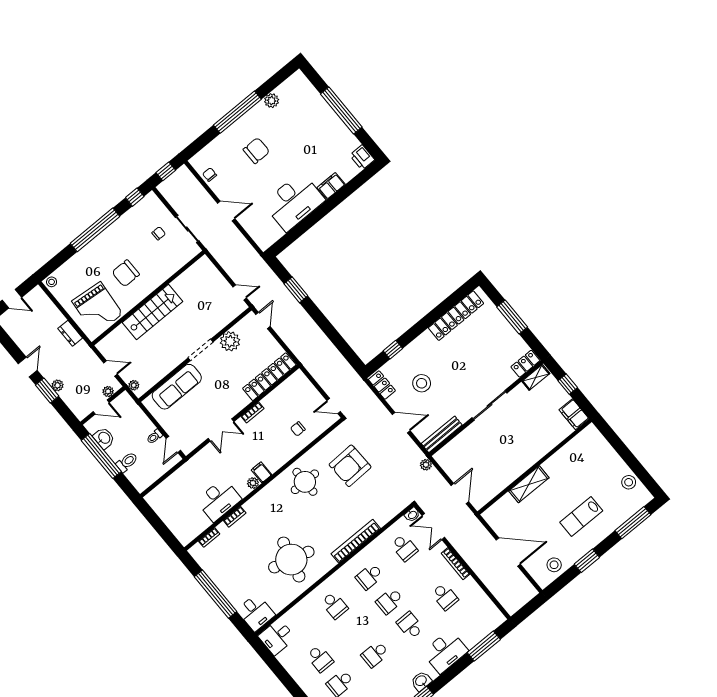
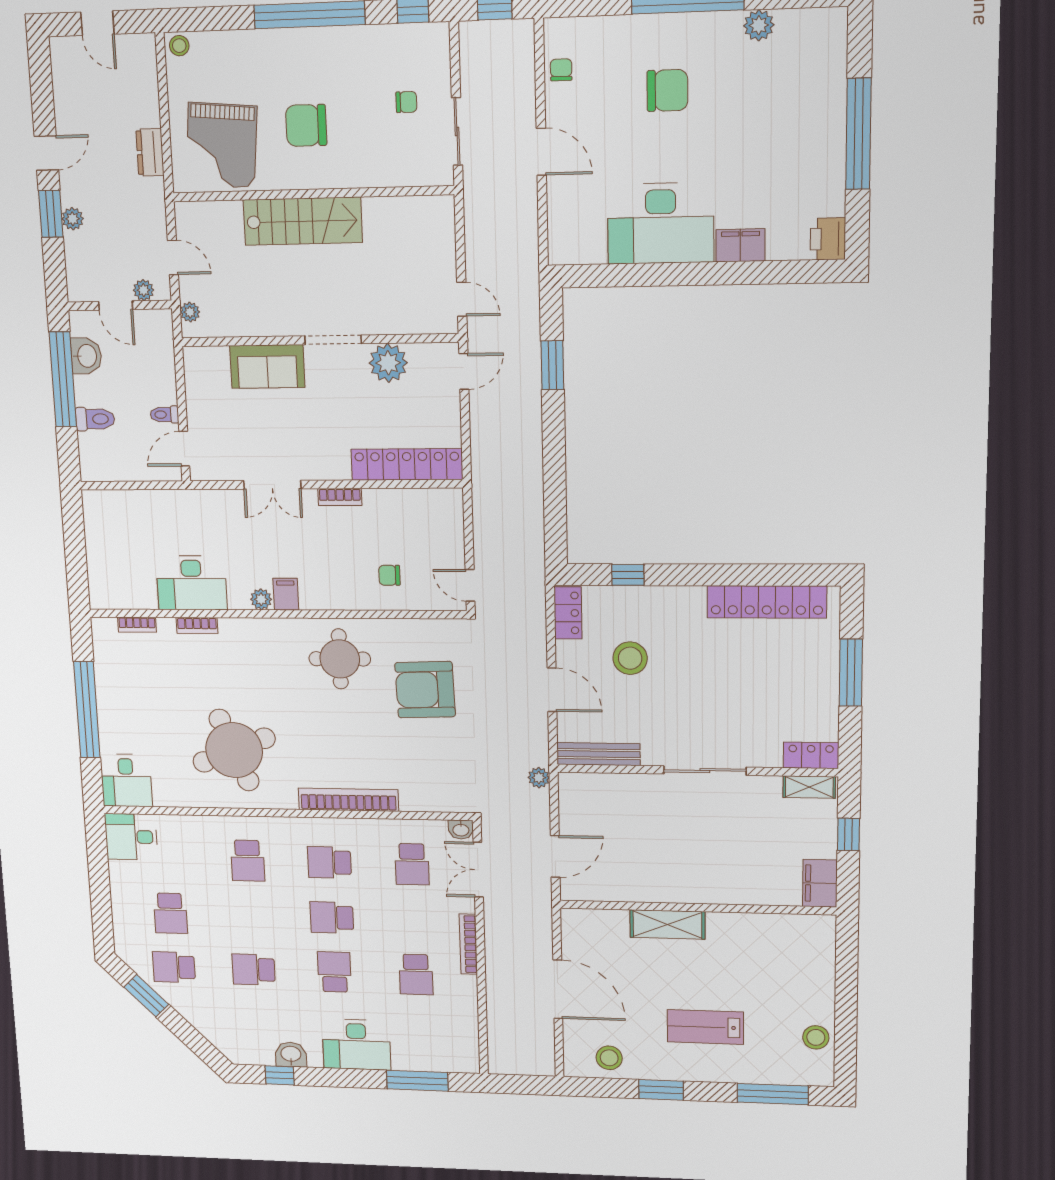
sofa: (177, 387) -> (267, 367), width x0.73
round table: (291, 560) -> (234, 750), turned -37

